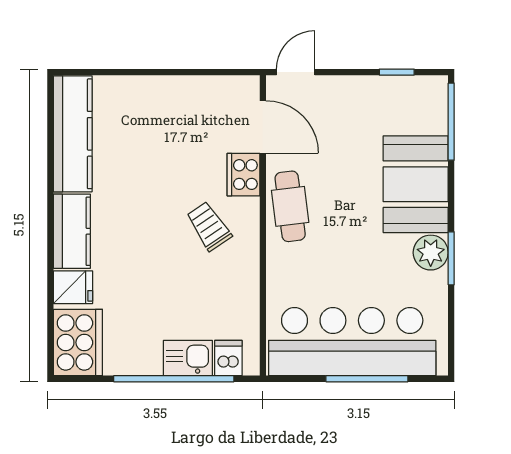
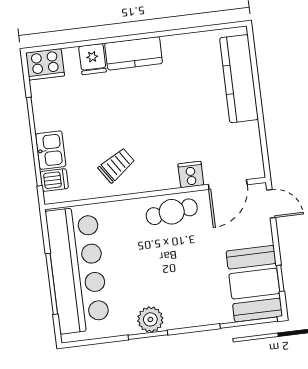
kitchen counter: (73, 134) -> (239, 79), moved, turned 90
cooker: (243, 175) -> (191, 175), width x0.73
booth: (416, 184) -> (254, 284), moved, turned 90
trolley: (209, 226) -> (117, 165), moved
cooker: (78, 342) -> (45, 64), width x0.73, depth x0.76

